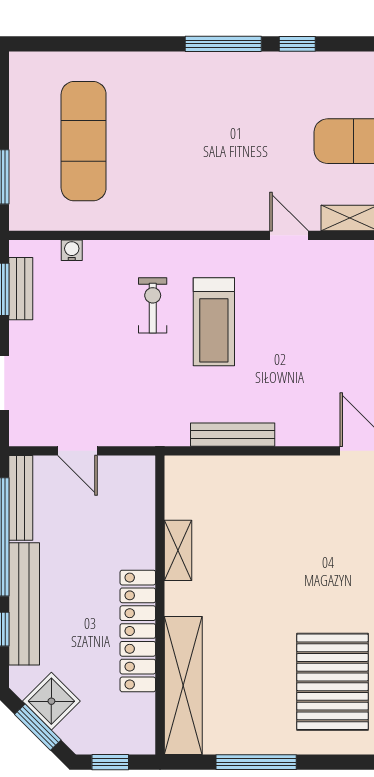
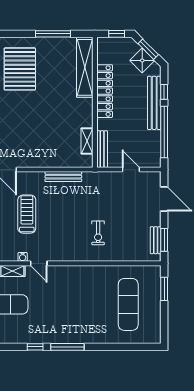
water cooler: (72, 250) -> (23, 257), moved
treadmill: (214, 322) -> (27, 214), moved
bench: (21, 498) -> (102, 149), moved
shelving: (178, 550) -> (87, 141), moved

